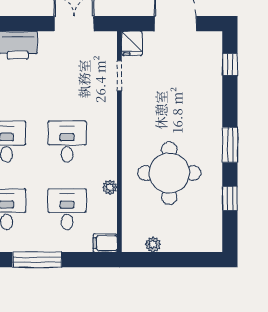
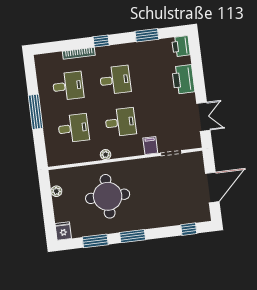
fridge: (132, 43) -> (63, 231), moved, turned 90
plant: (110, 187) -> (106, 155), moved
window: (230, 198) -> (95, 241), width x1.50
filing cabinet: (105, 243) -> (150, 145), moved

